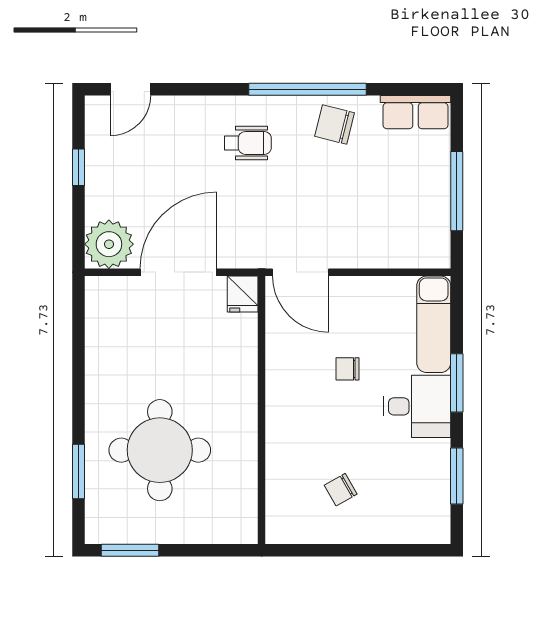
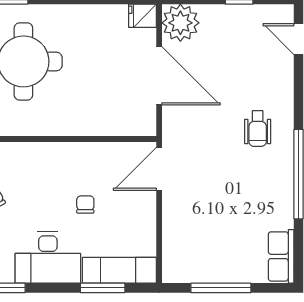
chair: (335, 125) -> (272, 195), removed
fridge: (243, 294) -> (142, 16), moved
window: (457, 383) -> (103, 288), moved
desk: (417, 406) -> (48, 258), width x1.37

